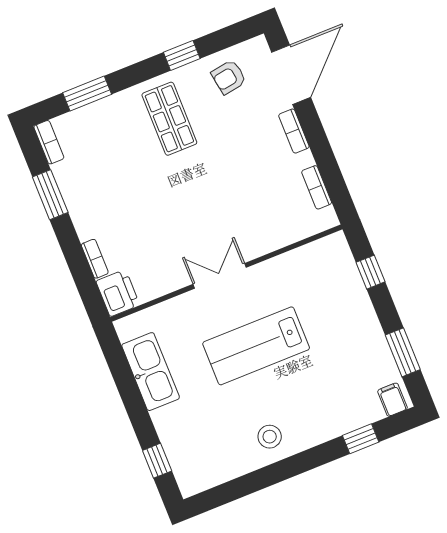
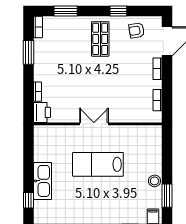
window: (370, 272) -> (167, 151), removed
kitchen sink: (151, 372) -> (43, 181), moved
stool: (270, 437) -> (155, 181), moved

